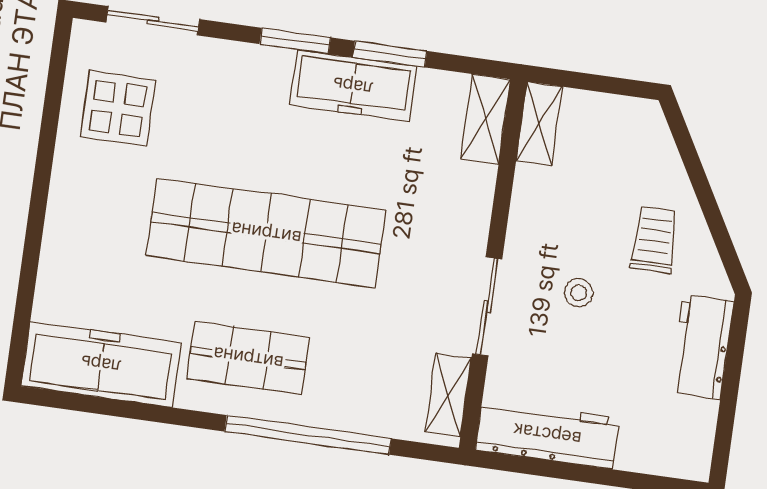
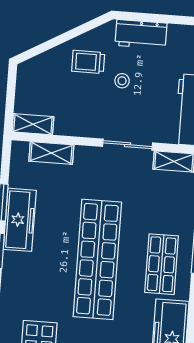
shelving: (486, 119) -> (51, 153), moved
stool: (579, 293) -> (122, 81), moved

